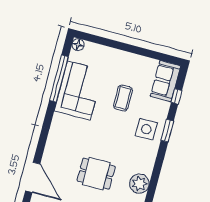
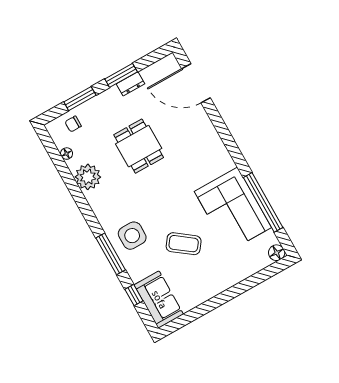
coffee table: (123, 98) -> (184, 244), turned -53
window: (167, 131) -> (111, 254), width x1.44
dining table: (96, 174) -> (139, 146), turned 90

